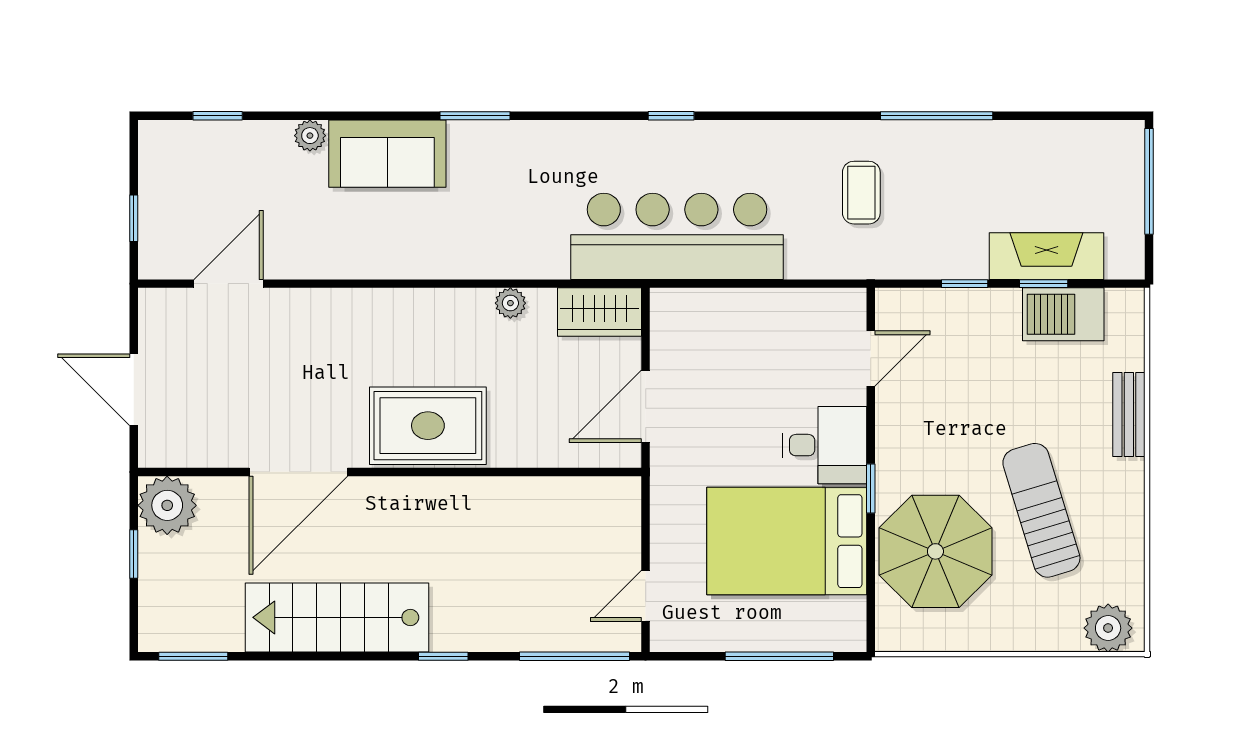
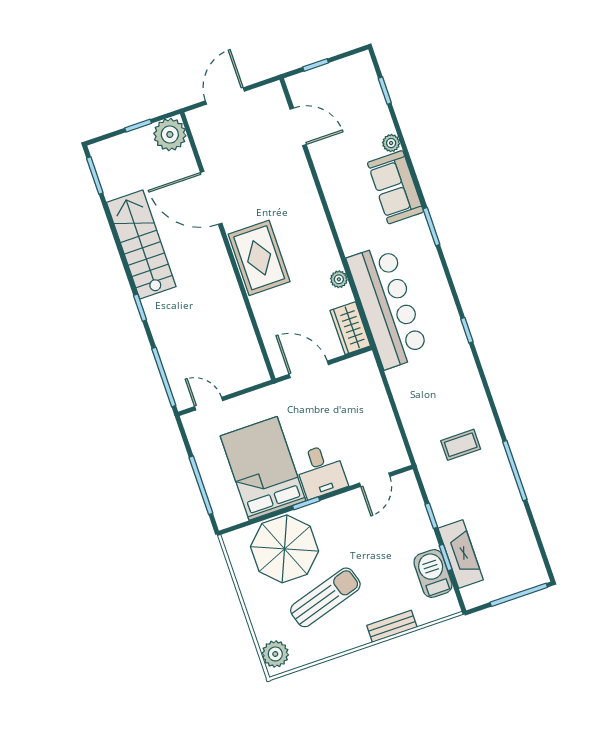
bar counter: (677, 236) -> (388, 306), moved
door: (871, 359) -> (375, 480), hinge flipped

